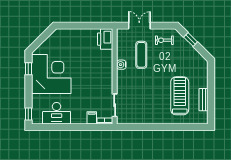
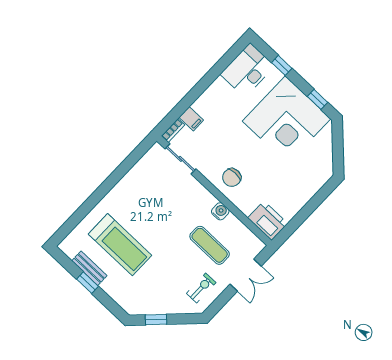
window: (191, 40) -> (156, 320), moved
chair: (101, 74) -> (232, 177), added
window: (211, 94) -> (88, 283), added
desk: (57, 113) -> (247, 70), moved
window: (28, 114) -> (282, 65), moved

